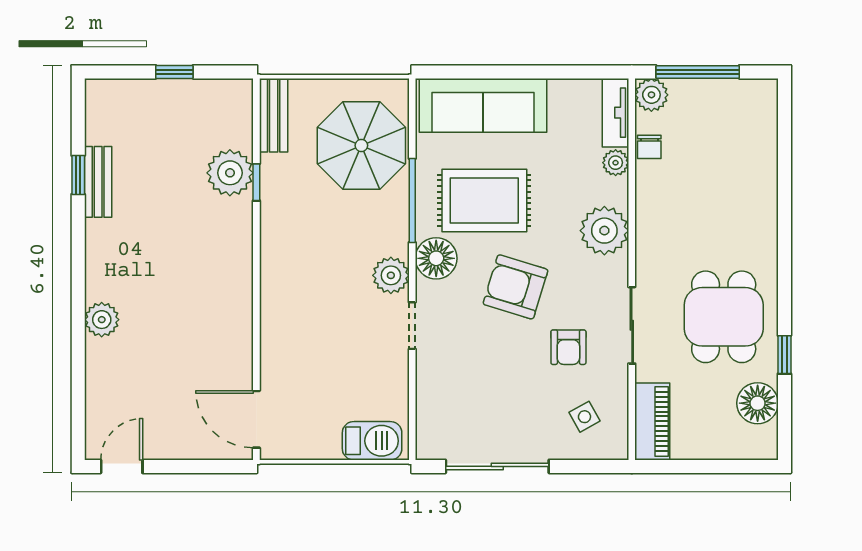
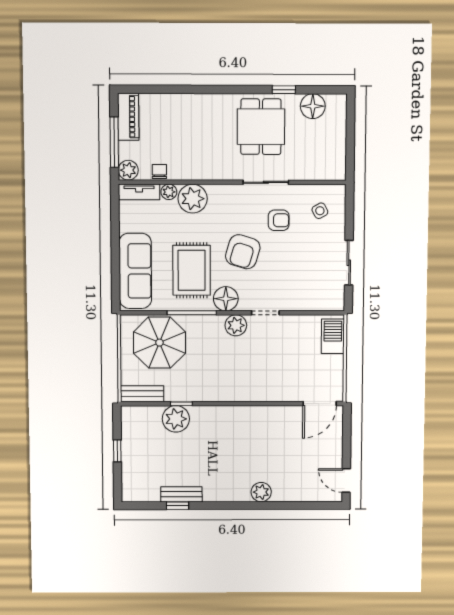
chair: (649, 147) -> (159, 172), turned -90
plant: (604, 231) -> (193, 199), moved
dining table: (724, 317) -> (261, 127), turned 90
piano: (652, 421) -> (128, 117), moved, turned 90
sliding door: (497, 466) -> (349, 263), width x0.73

